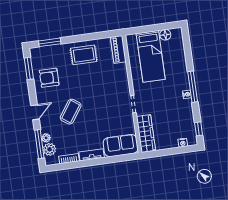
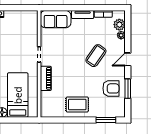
piano: (118, 49) -> (46, 78), moved
window: (29, 68) -> (128, 89), moved
wardrobe: (146, 133) -> (31, 27), removed
window: (39, 144) -> (128, 31), removed

